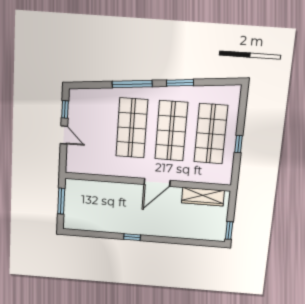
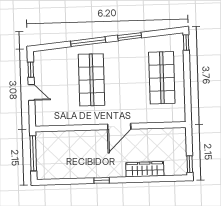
shop shelf: (171, 131) -> (127, 79), removed
window: (239, 144) -> (186, 43), moved
wardrobe: (203, 197) -> (145, 169), moved, turned 180
window: (61, 201) -> (33, 153), width x1.44

